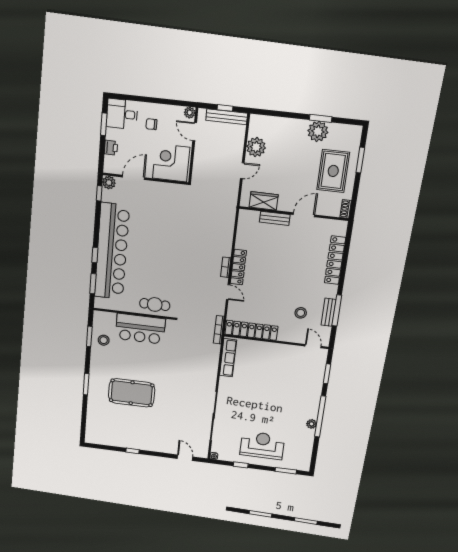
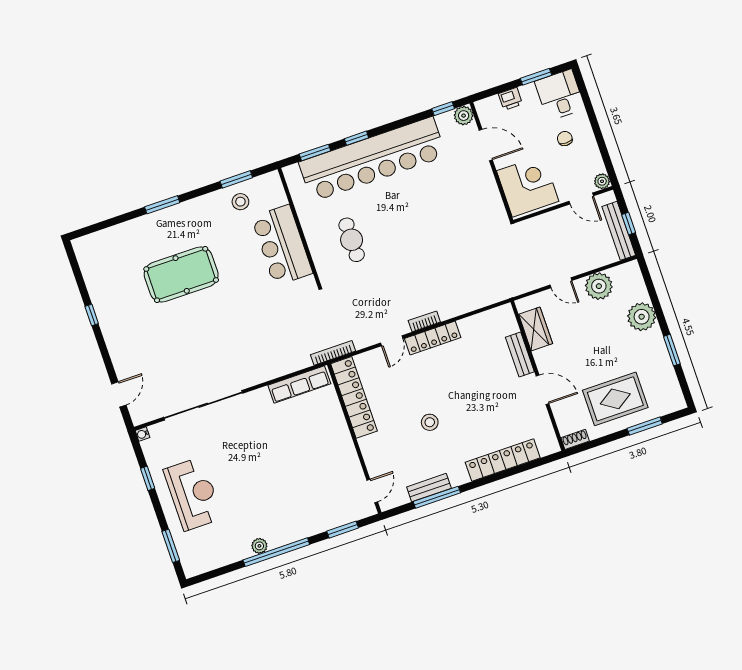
plant: (318, 131) -> (642, 317), moved
door: (195, 132) -> (581, 198), swing flipped
cafe table: (155, 305) -> (352, 240), moved
stool: (301, 313) -> (430, 422), moved
pool table: (132, 393) -> (181, 274), turned 90

